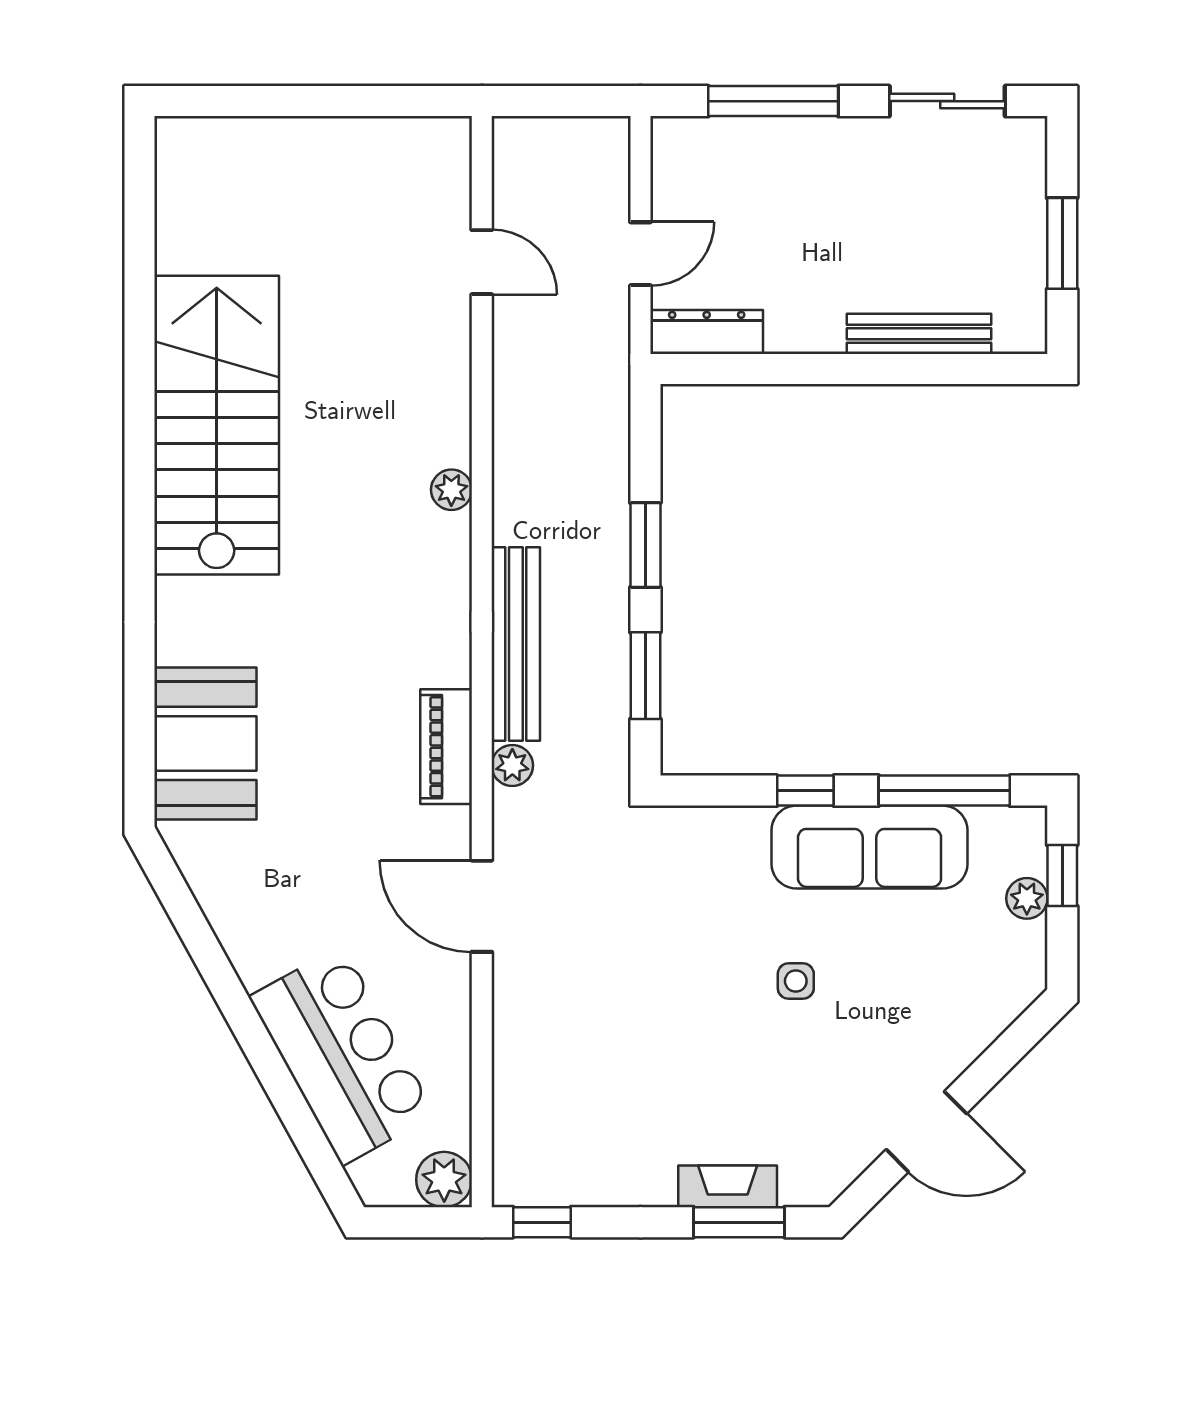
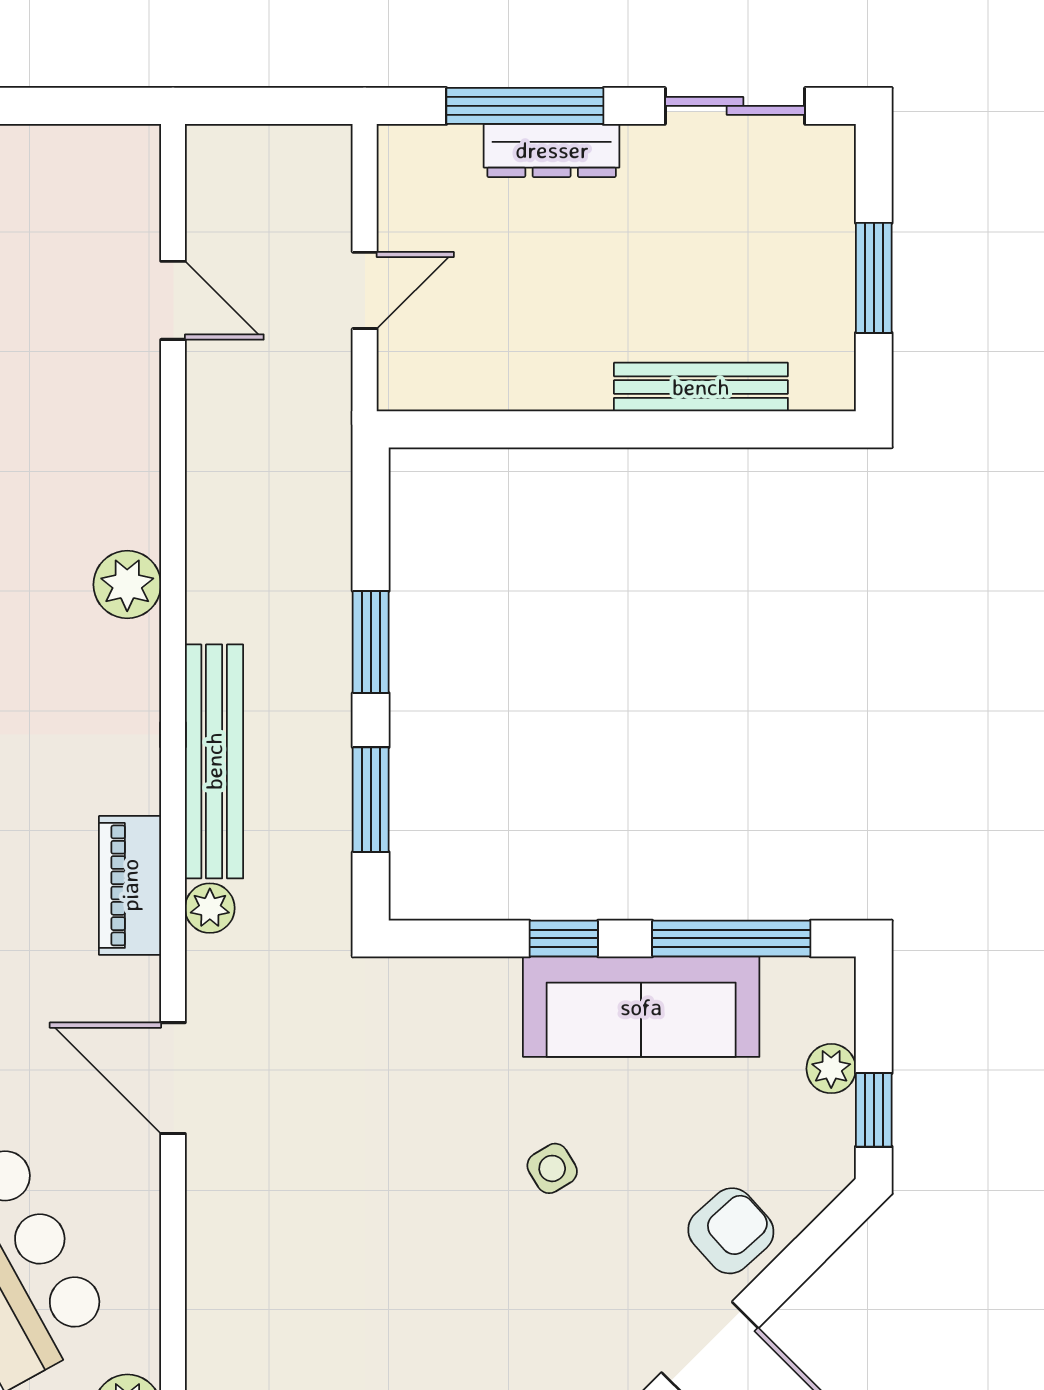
dresser: (707, 332) -> (552, 150), moved, turned 180
plant: (451, 490) -> (127, 585), width x1.38, depth x1.38
window: (1062, 876) -> (874, 1110), moved
side table: (796, 981) -> (552, 1168), turned -31
armchair: (944, 1033) -> (731, 1231), added

